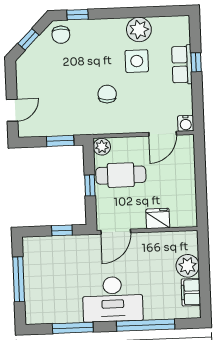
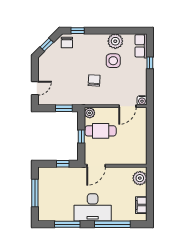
row of seats: (182, 65) -> (141, 46), moved
fridge: (158, 218) -> (122, 159), removed
plant: (188, 266) -> (140, 178), moved

